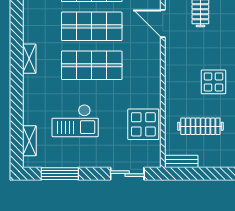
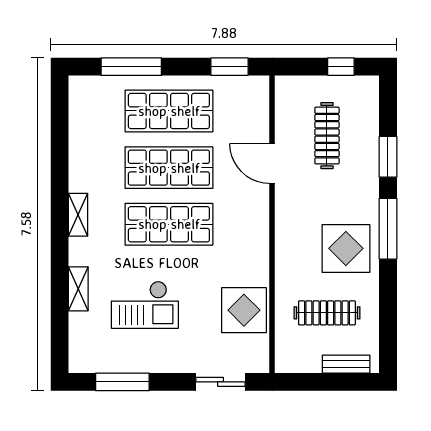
display table: (213, 82) -> (346, 248), width x1.36, depth x1.36
shelving: (29, 141) -> (78, 289), moved
bench: (182, 161) -> (346, 364), moved

